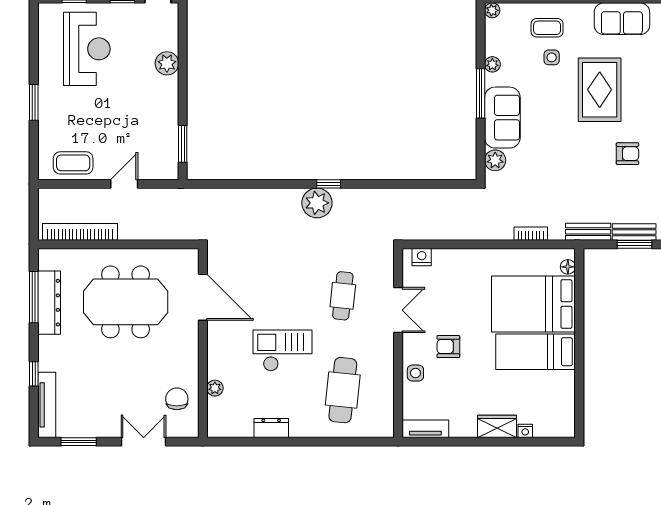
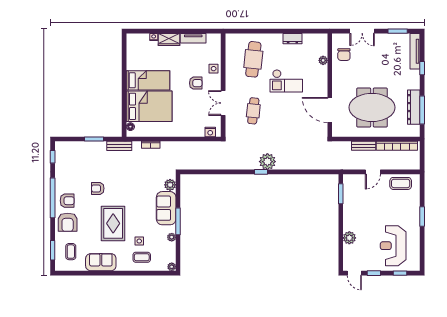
bench: (634, 232) -> (364, 146), moved
tv unit: (425, 429) -> (193, 38), moved

